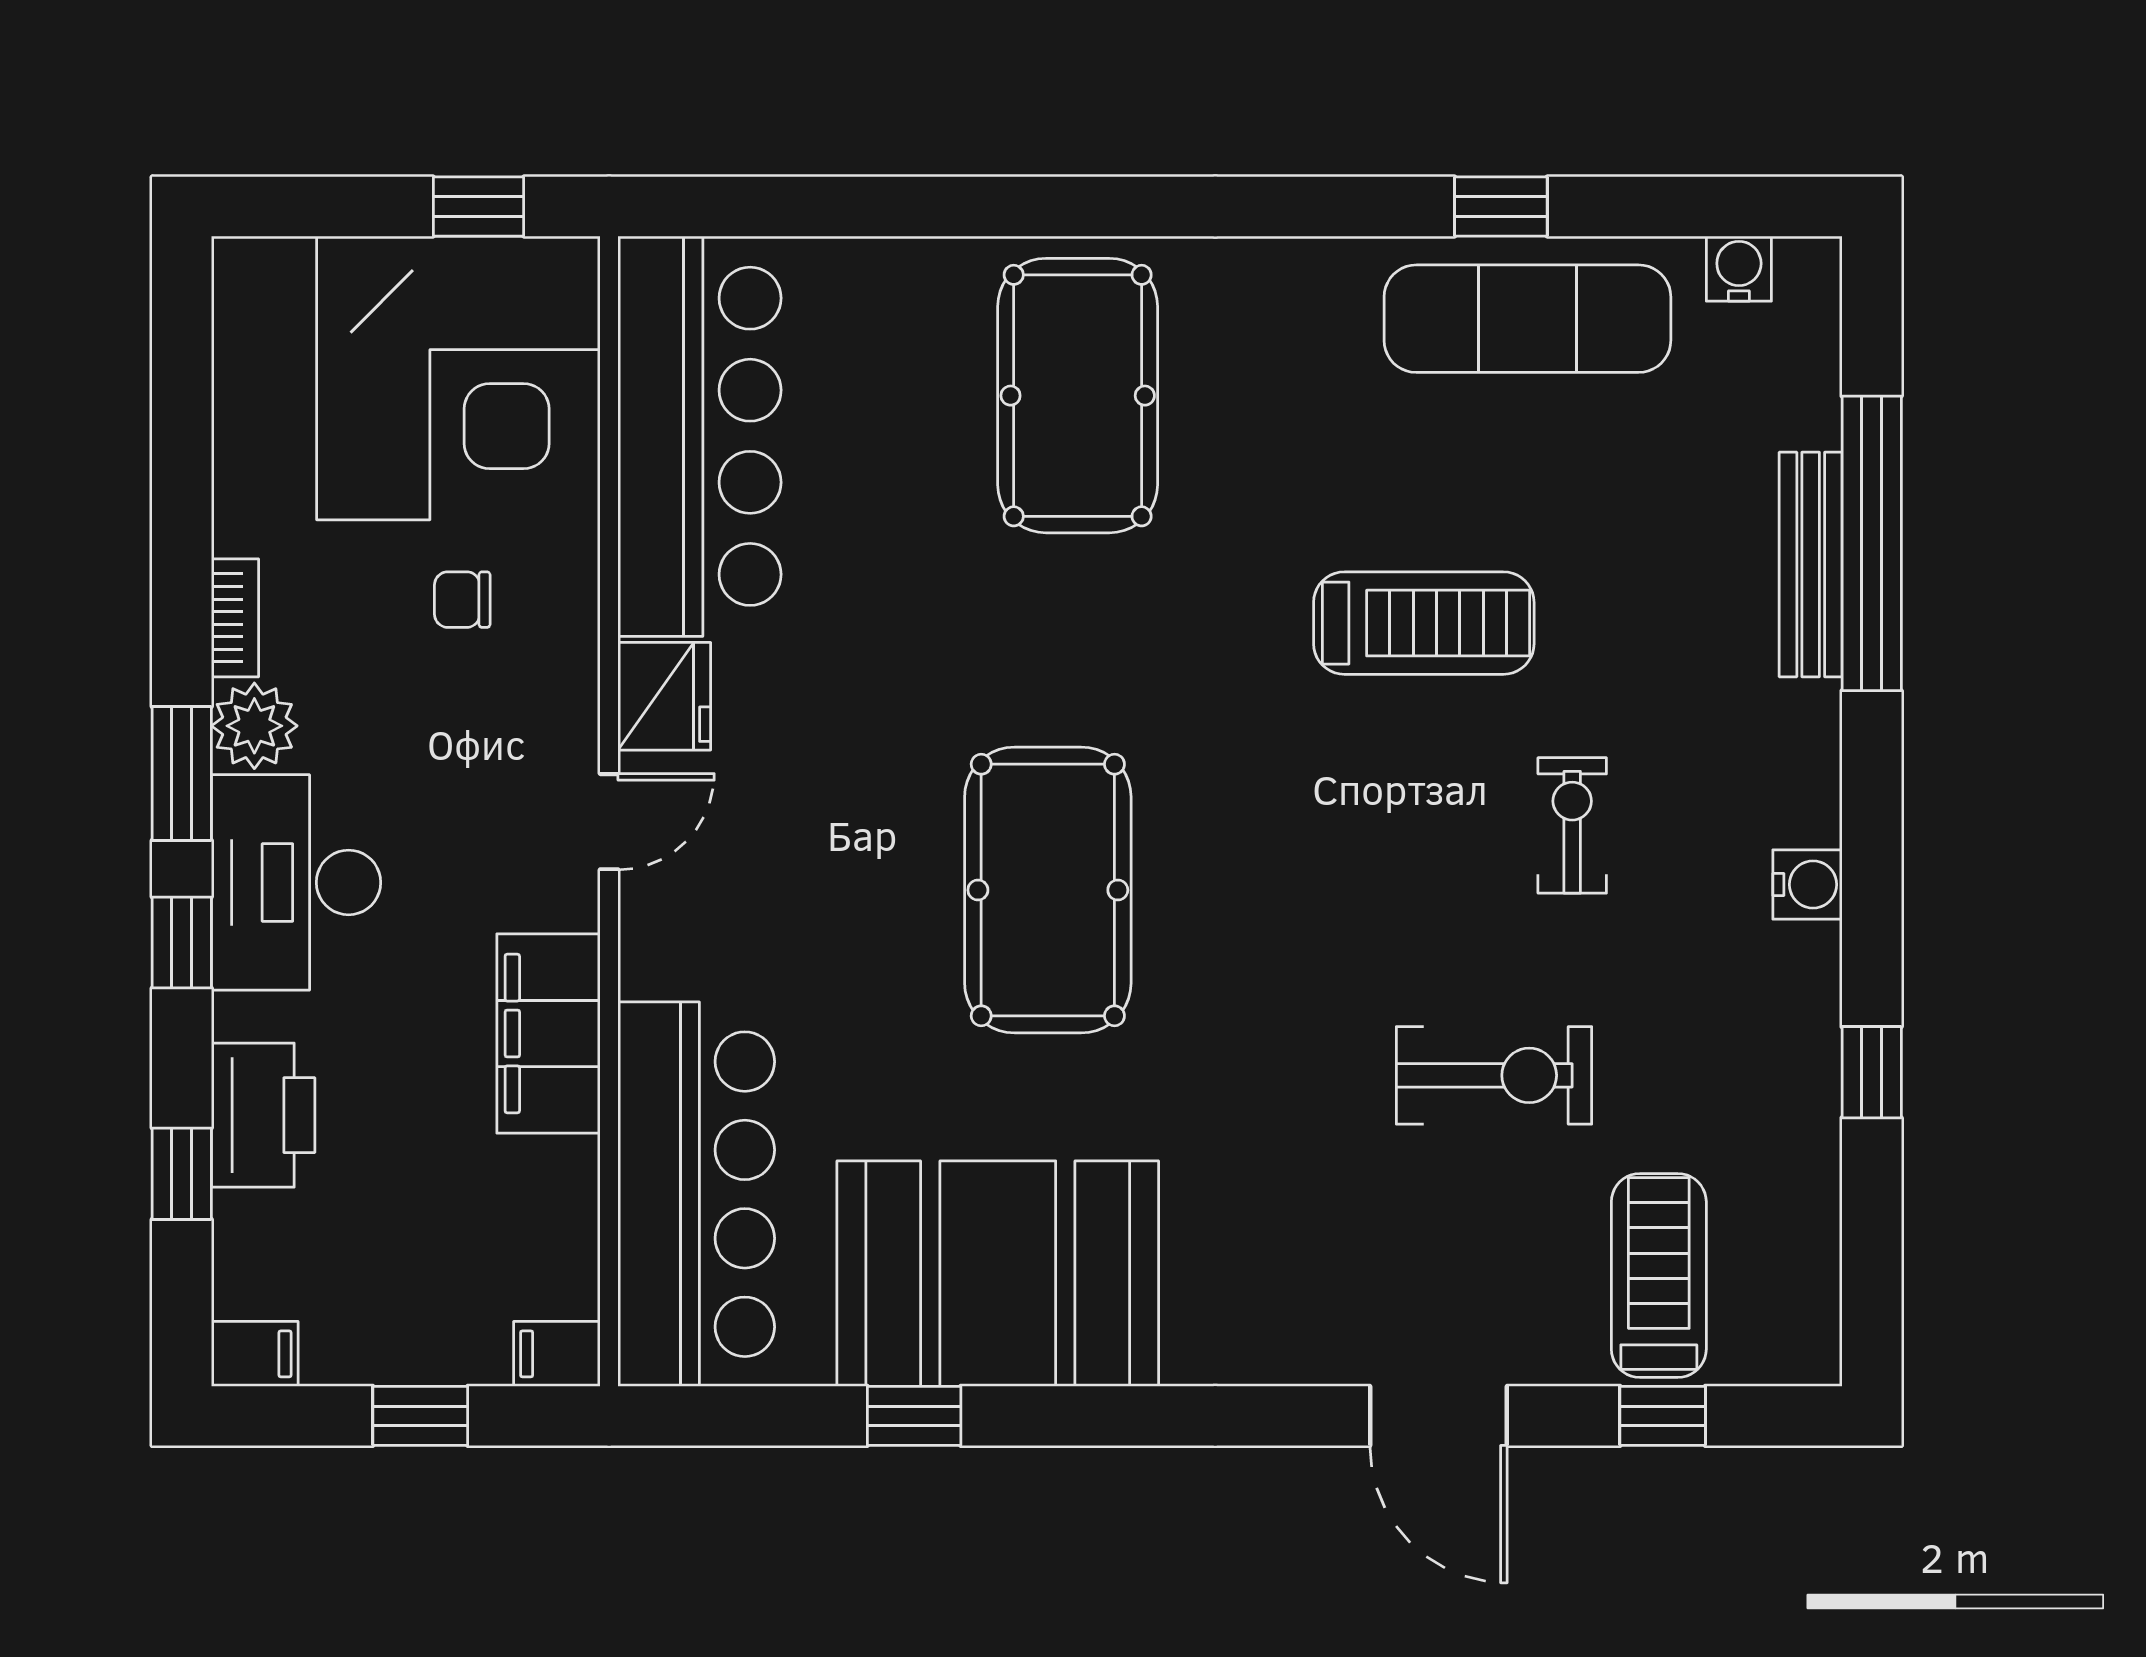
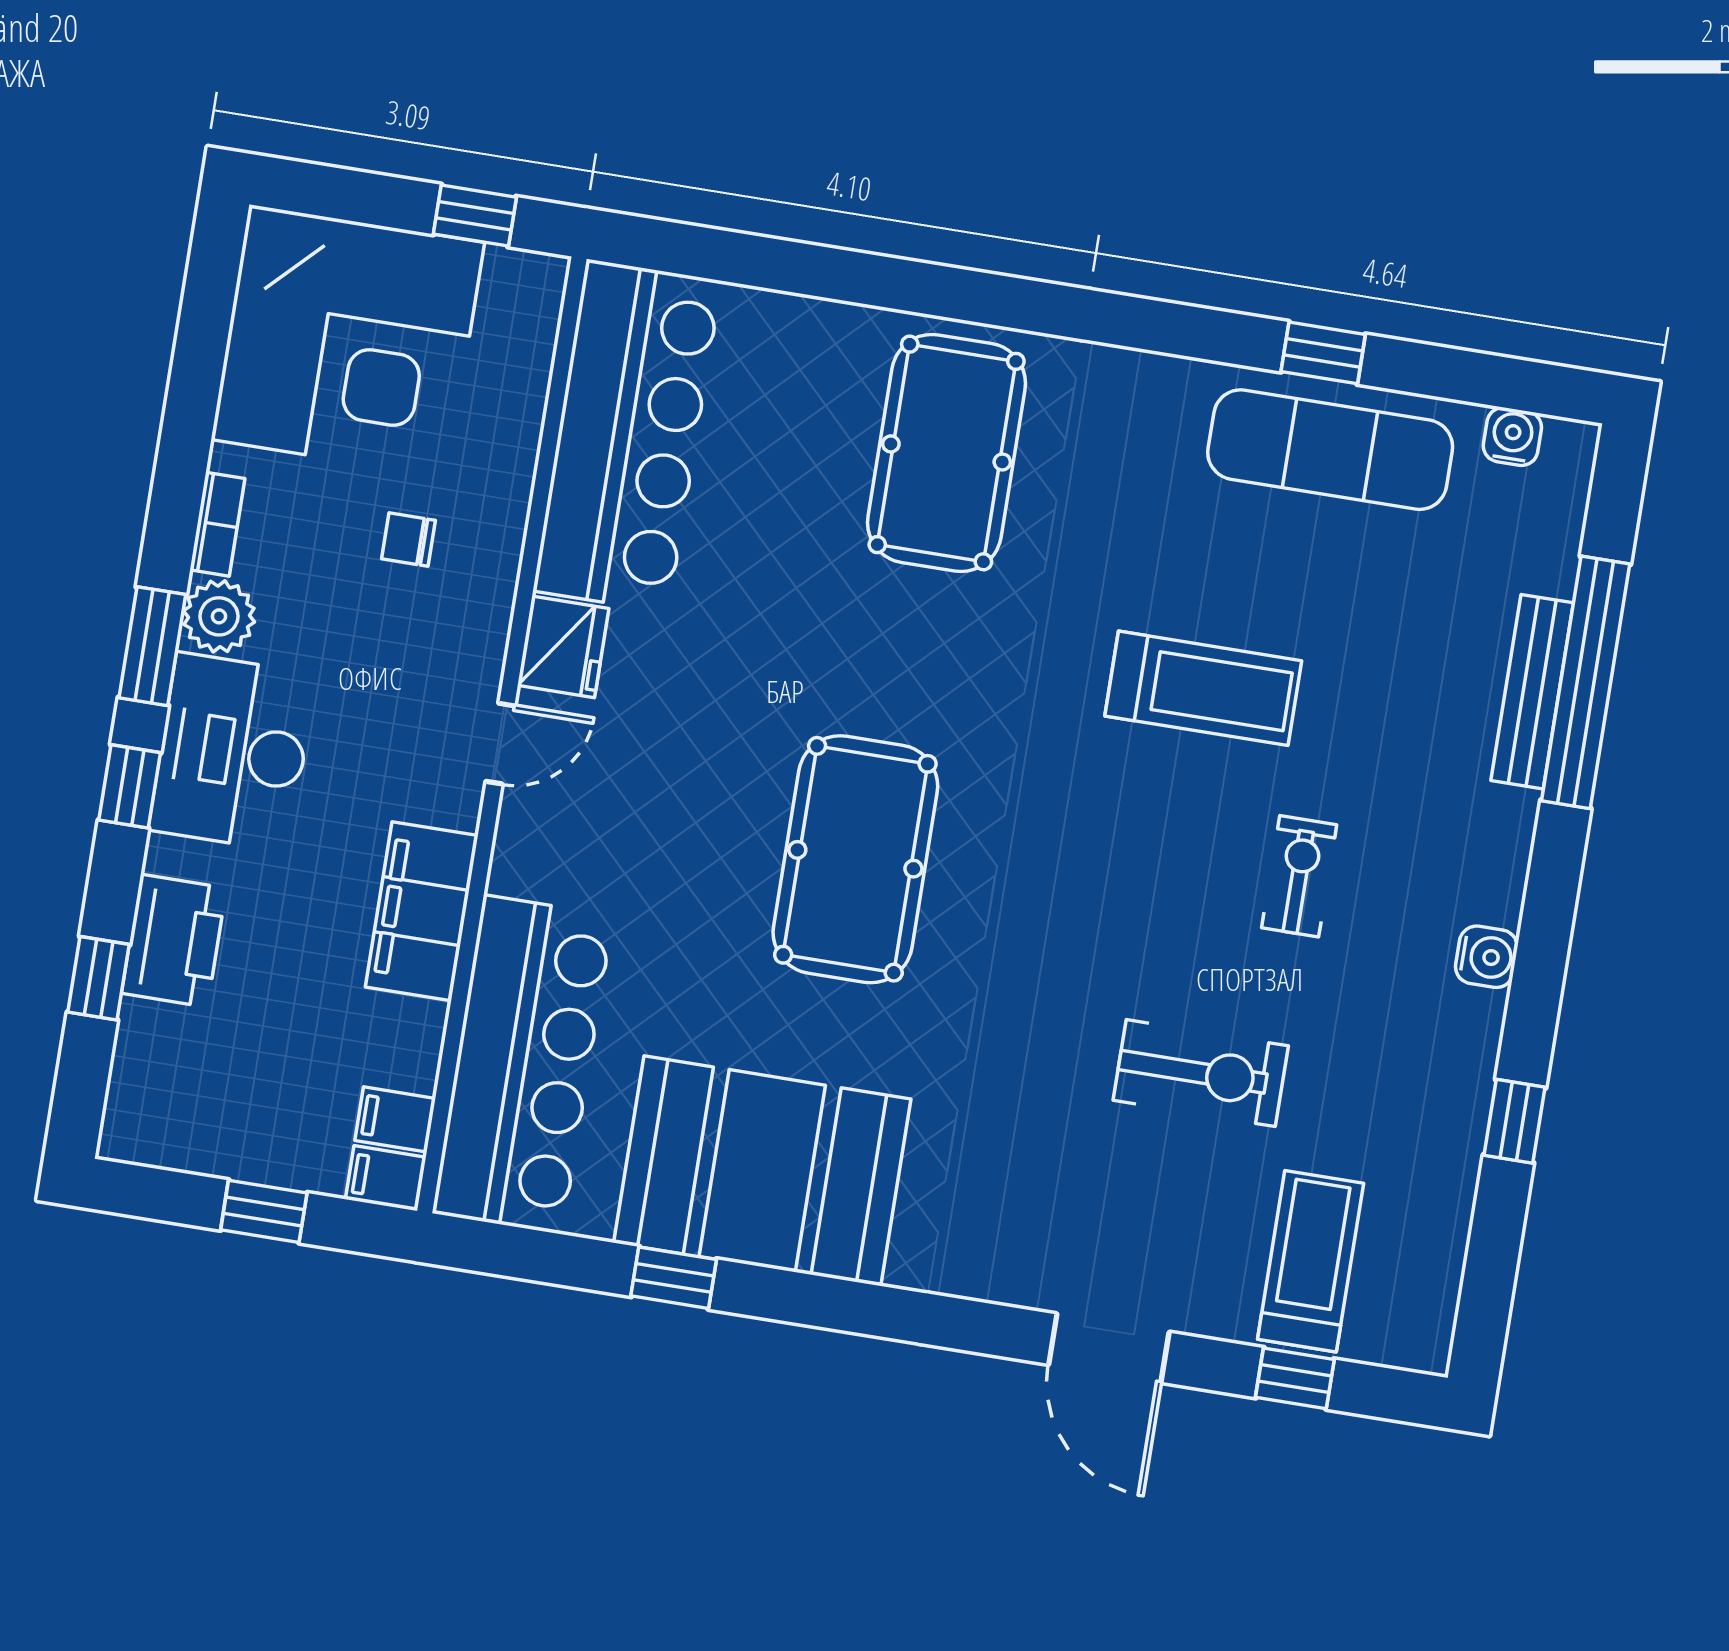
corner desk: (458, 378) -> (348, 341), moved
filing cabinet: (255, 1354) -> (395, 1119), moved, turned 180

